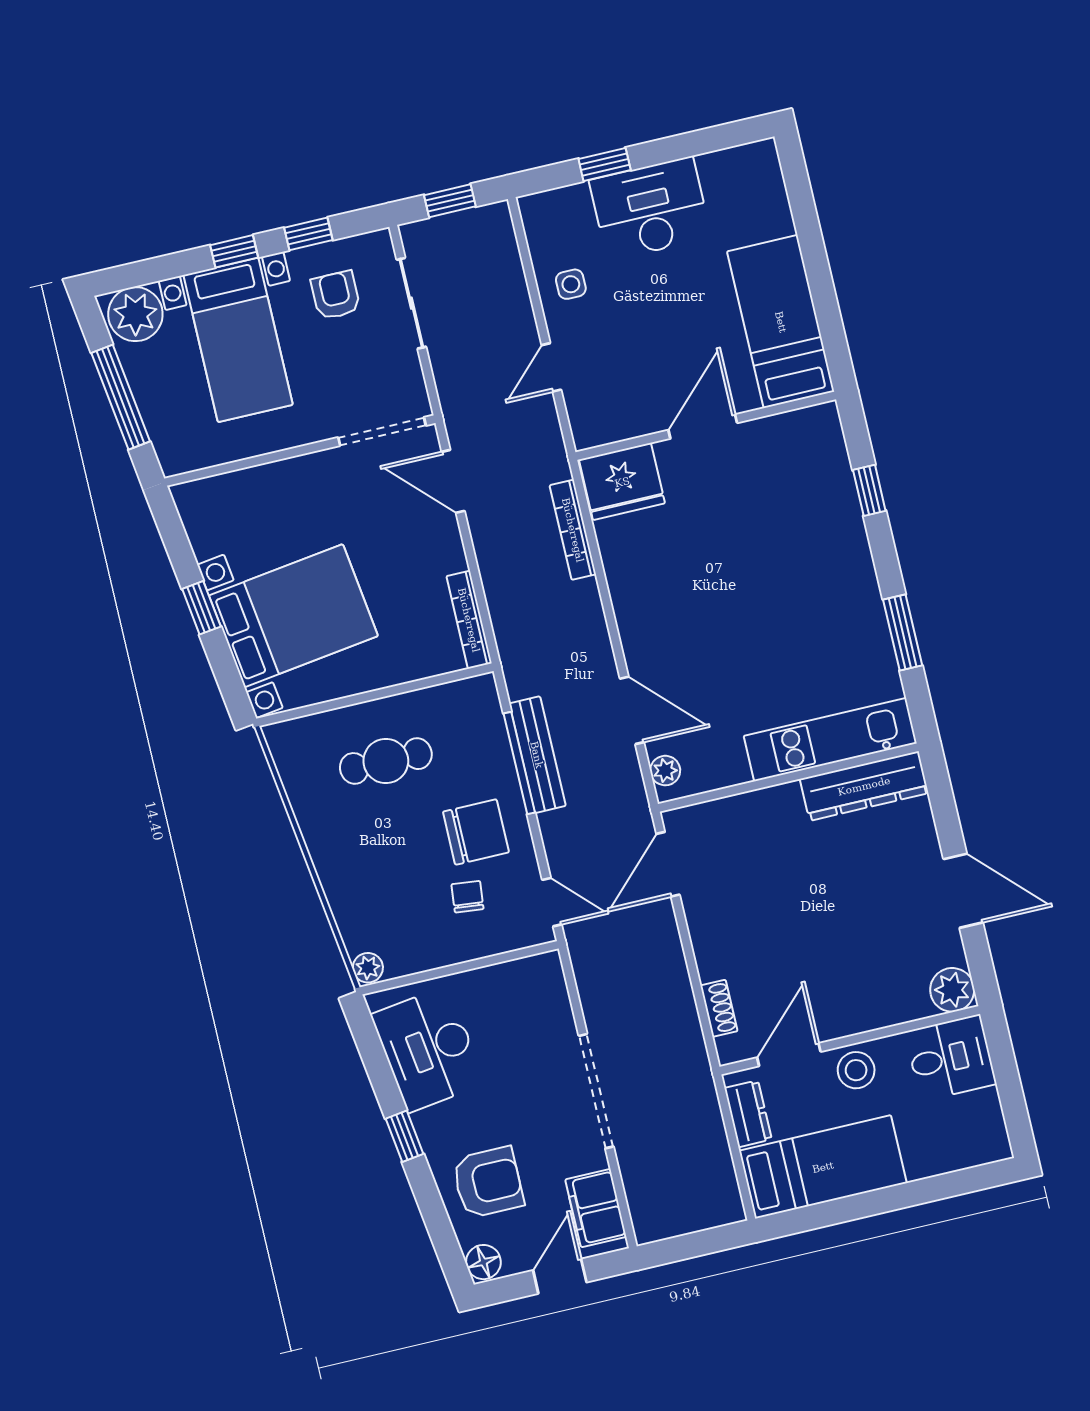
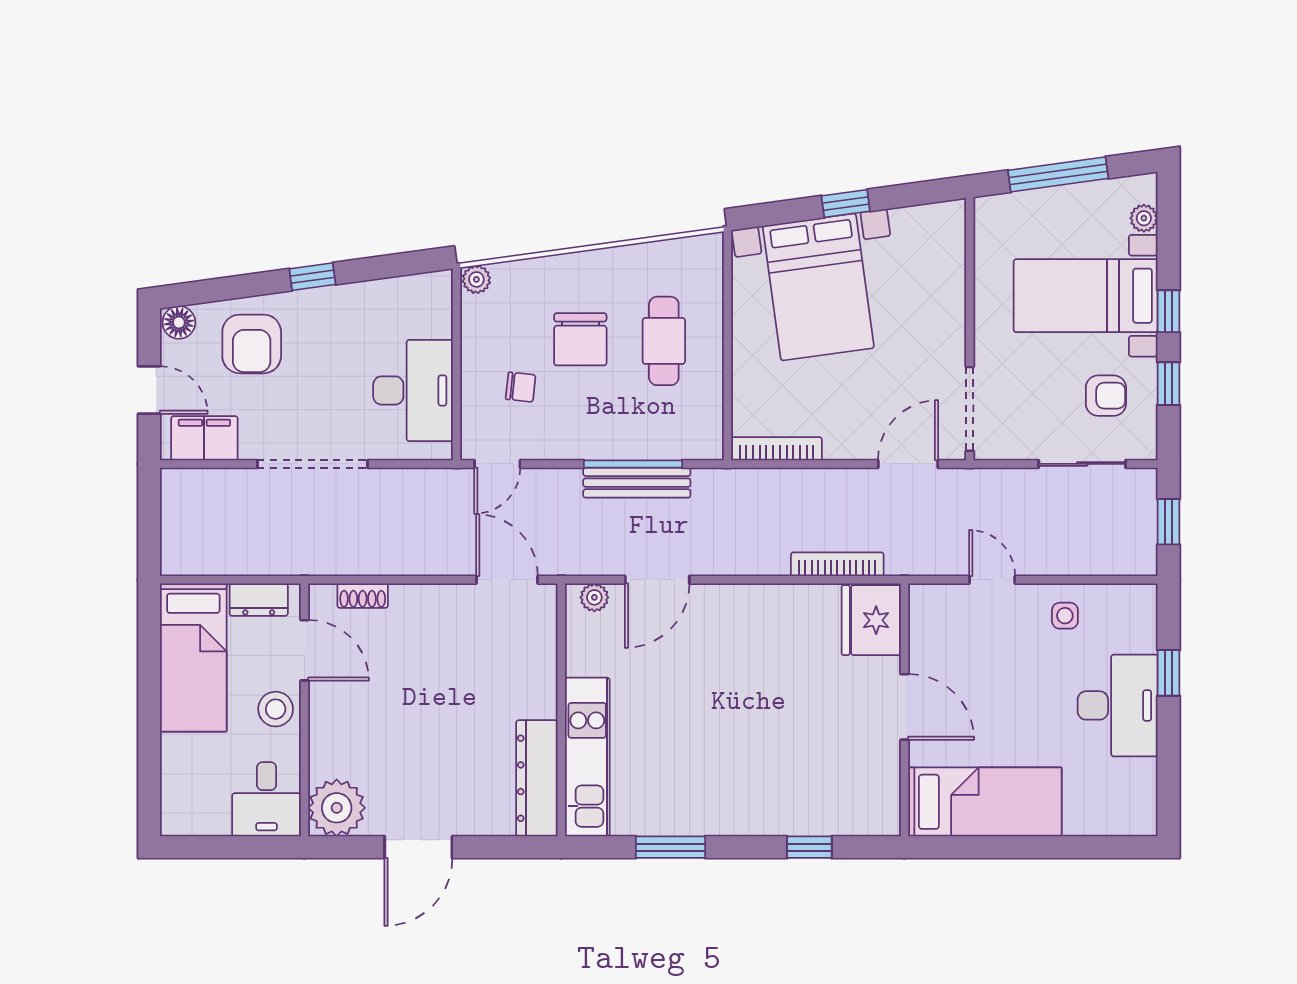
plant: (135, 314) -> (1144, 218), width x0.53, depth x0.53
chair: (476, 832) -> (580, 339), moved
plant: (952, 990) -> (337, 808), width x1.36, depth x1.36
desk: (428, 1049) -> (413, 390), moved, turned 98

